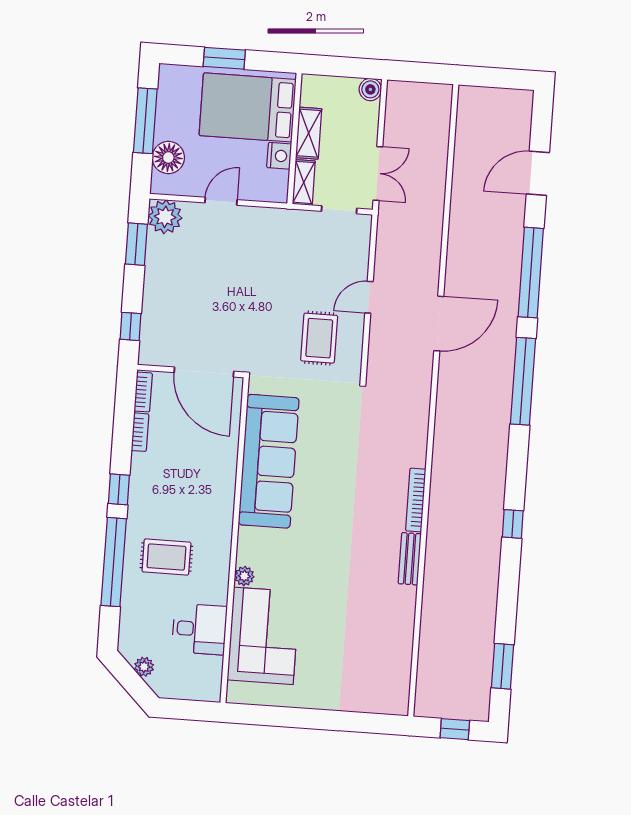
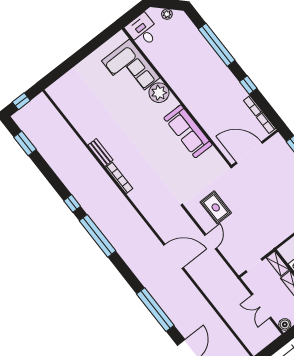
double door: (378, 174) -> (261, 306), moved
door: (439, 324) -> (173, 256), swing flipped
window: (523, 381) -> (98, 236), moved
sofa: (269, 461) -> (188, 131), width x0.74, depth x0.79
window: (119, 489) -> (248, 85), moved
rug: (166, 557) -> (198, 66), removed
plant: (244, 576) -> (159, 93), width x1.88, depth x1.88
desk: (199, 629) -> (143, 30), moved, turned 90

